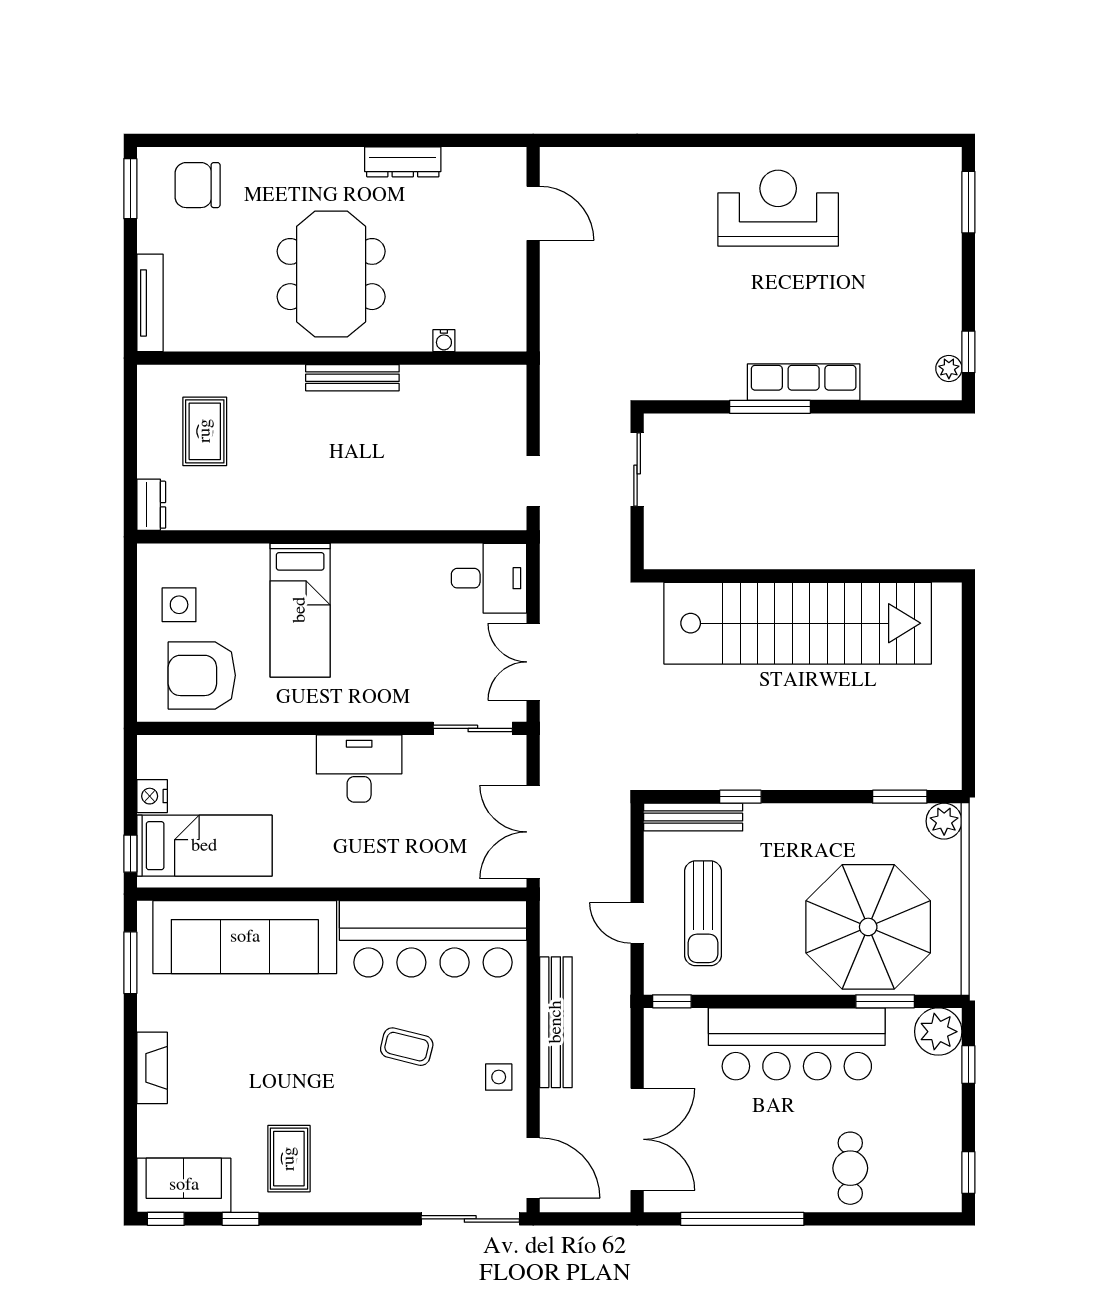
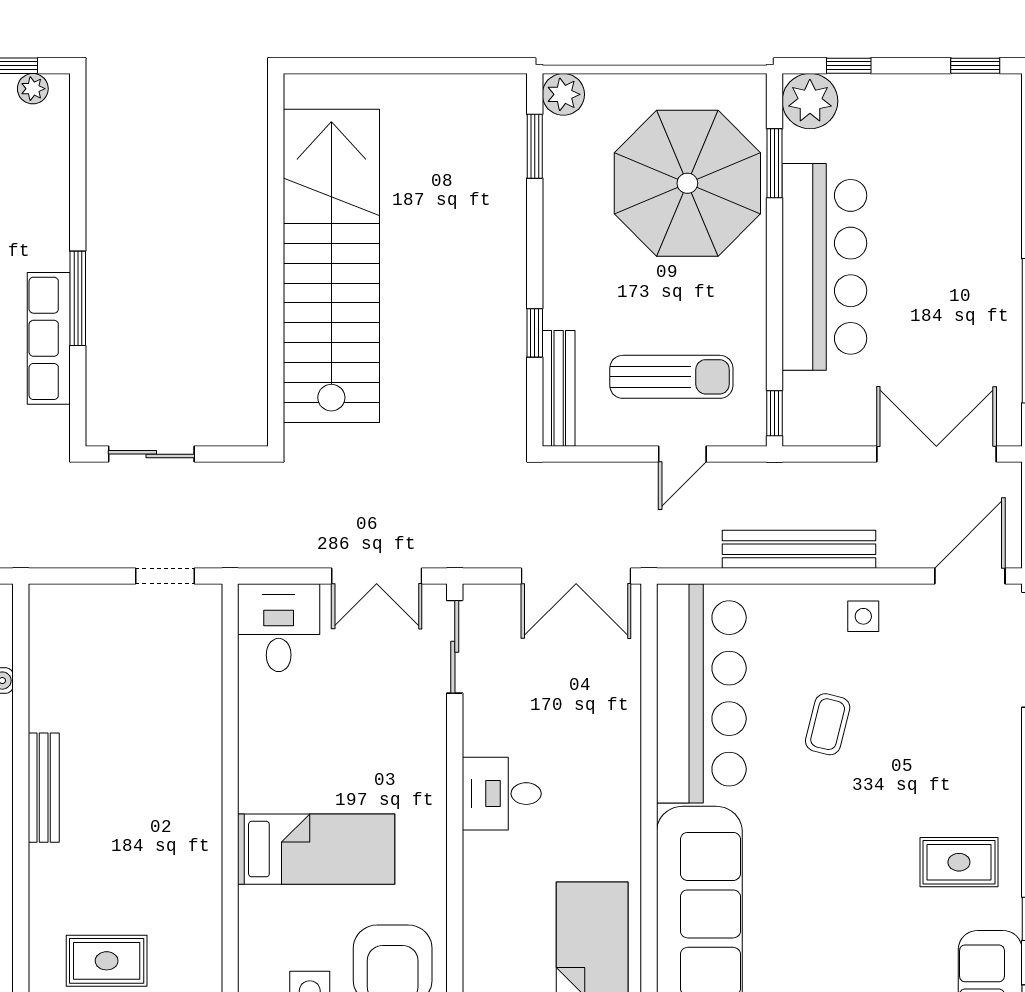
row of seats: (804, 382) -> (49, 338), moved
desk: (359, 769) -> (502, 794), width x0.73
cafe table: (850, 1168) -> (970, 204), removed

